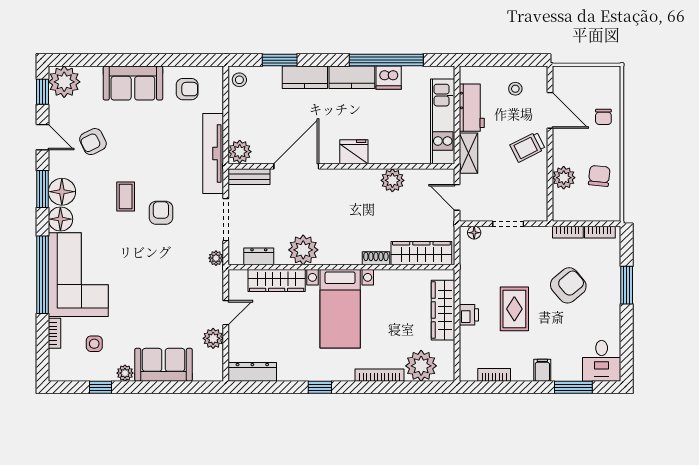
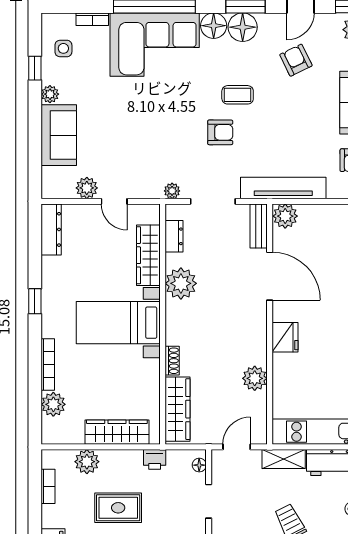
printer: (469, 315) -> (155, 459), moved
plant: (471, 338) -> (87, 462), added
side table: (94, 344) -> (63, 48), moved
plant: (421, 366) -> (53, 404), width x0.73, depth x0.73

